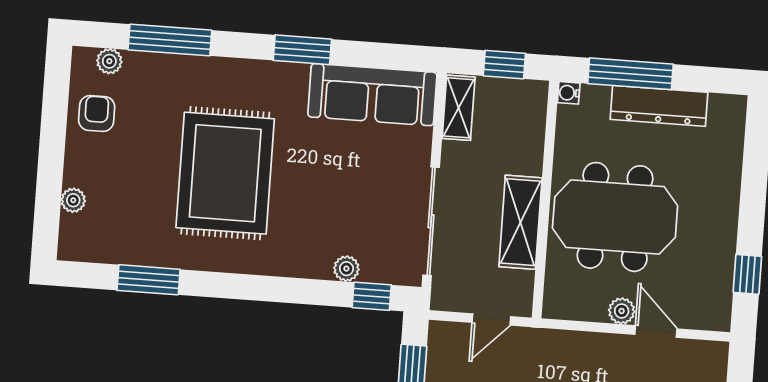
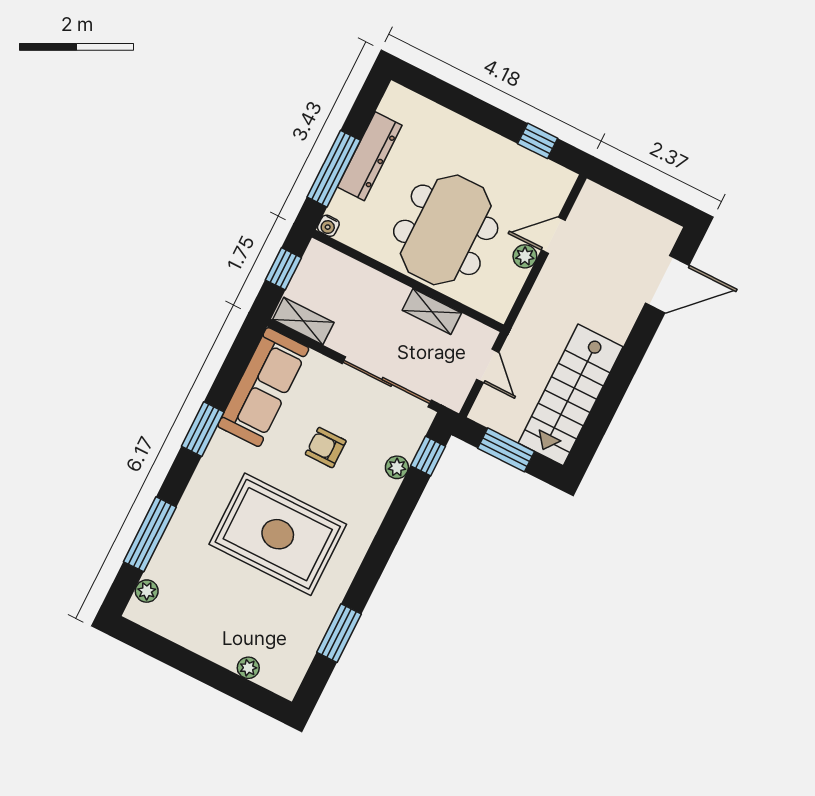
armchair: (97, 113) -> (326, 448), moved
shelving: (520, 222) -> (432, 312), width x0.67, depth x0.75

